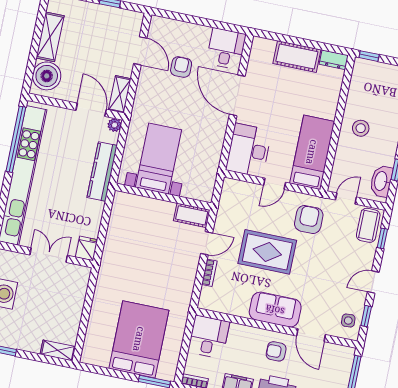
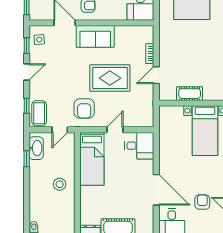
armchair: (181, 67) -> (202, 202), turned 180
desk: (249, 150) -> (139, 146), width x0.73
cot: (192, 215) -> (190, 94), moved

